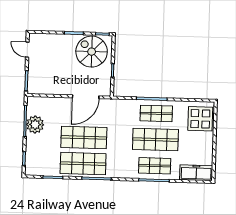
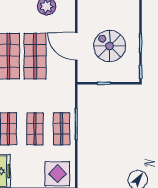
spiral stairs: (92, 52) -> (110, 46), moved, turned -90
door: (86, 97) -> (76, 46), moved
shop shelf: (155, 140) -> (35, 129), width x0.70, depth x0.74

